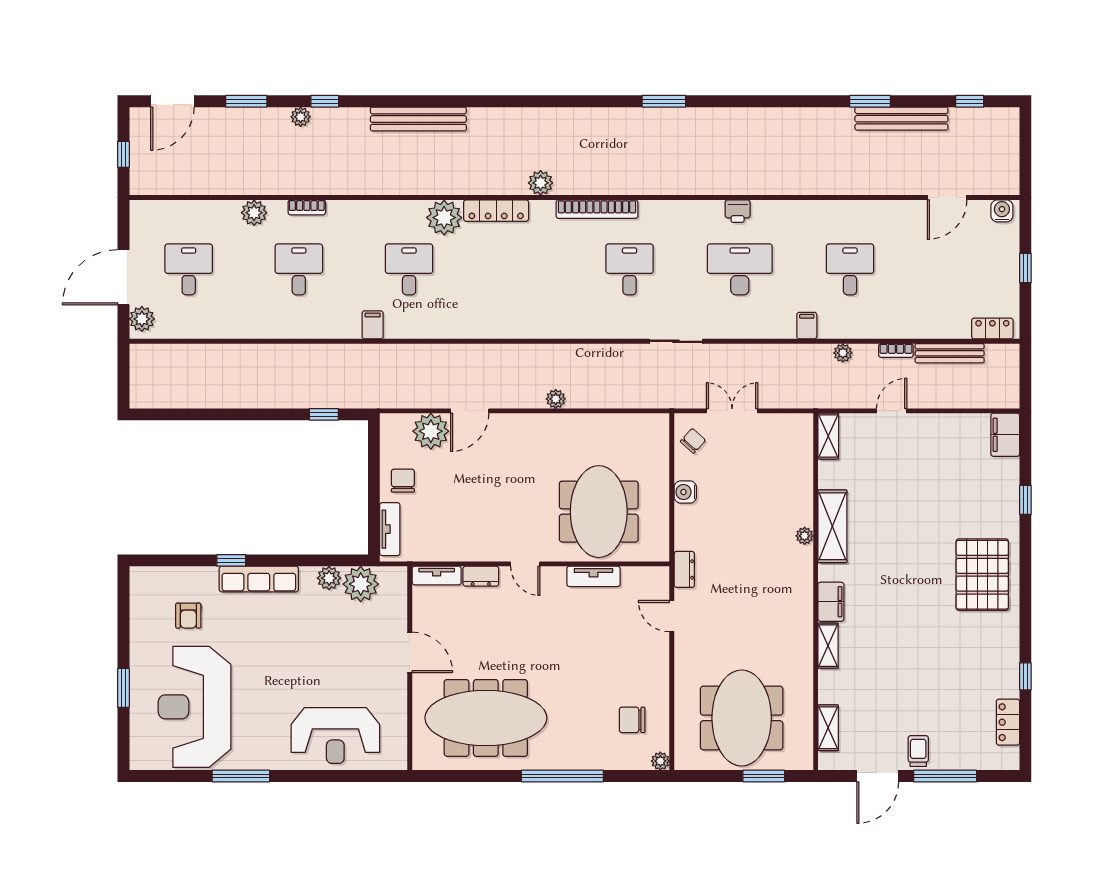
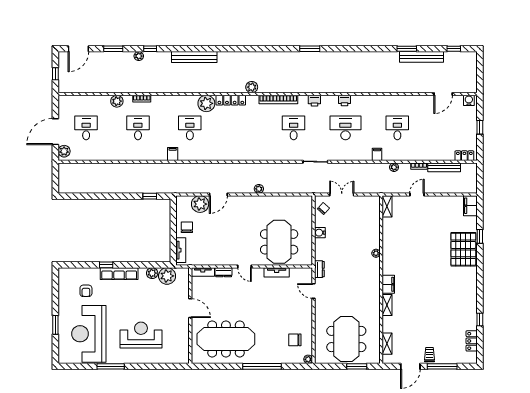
printer: (674, 211) -> (314, 101), added
shelving: (832, 526) -> (389, 249), removed
pallet: (982, 575) -> (463, 249), moved
reception desk: (335, 736) -> (141, 335), moved, turned 180

